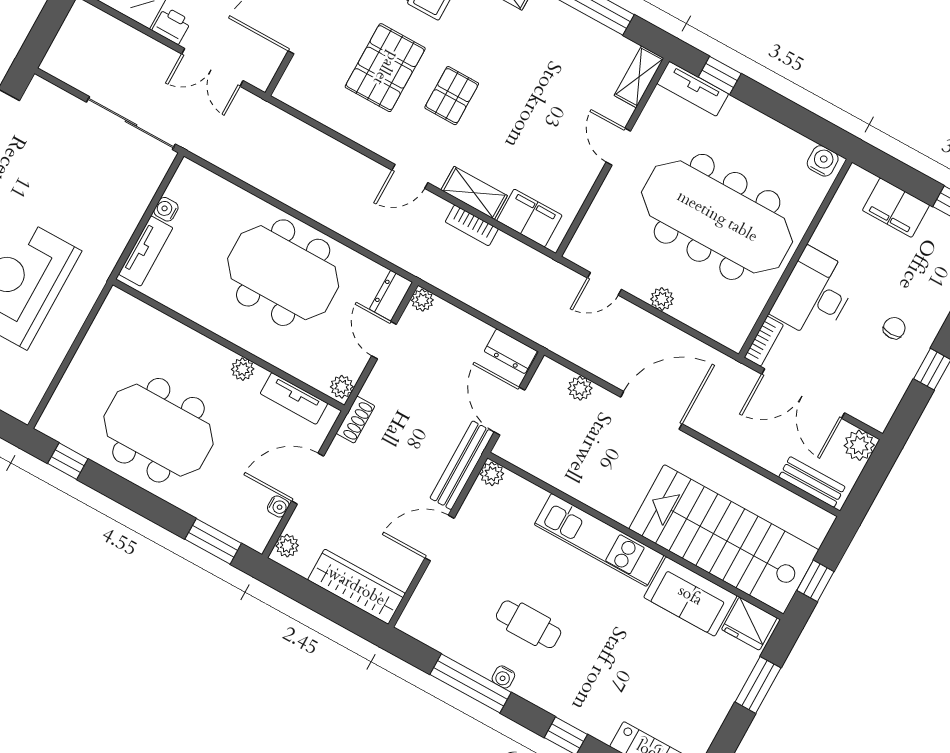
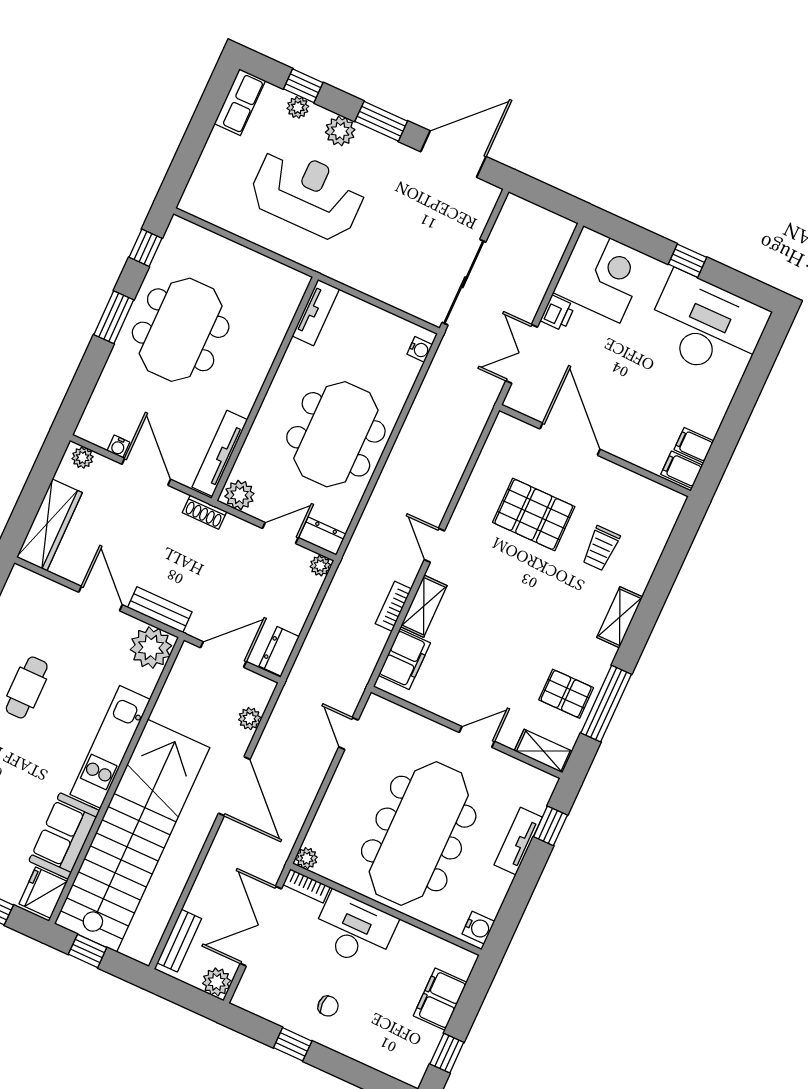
tv unit: (693, 89) -> (518, 841), moved
pallet: (452, 96) -> (566, 694), moved
water cooler: (166, 209) -> (420, 349), moved, turned 90
tv unit: (146, 251) -> (316, 312), moved, turned -90
plant: (662, 299) -> (307, 858), moved
plant: (243, 369) -> (243, 404), removed
plant: (342, 387) -> (239, 495), width x1.38, depth x1.38
tv unit: (294, 398) -> (220, 453), width x1.41
bench: (462, 465) -> (160, 610), width x0.73
plant: (492, 474) -> (151, 648), width x1.88, depth x1.88
stairs: (724, 539) -> (132, 836), width x1.36
window: (213, 541) -> (114, 317), moved

